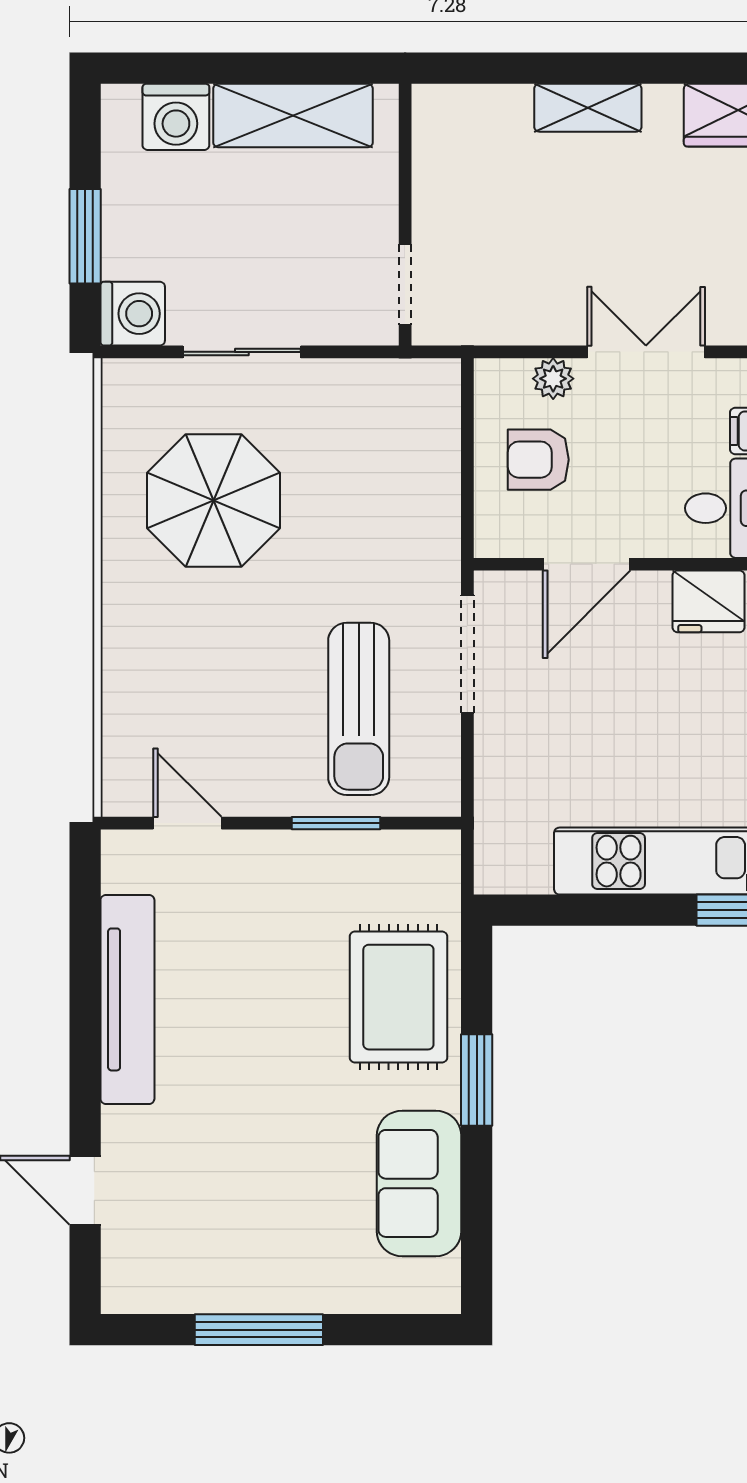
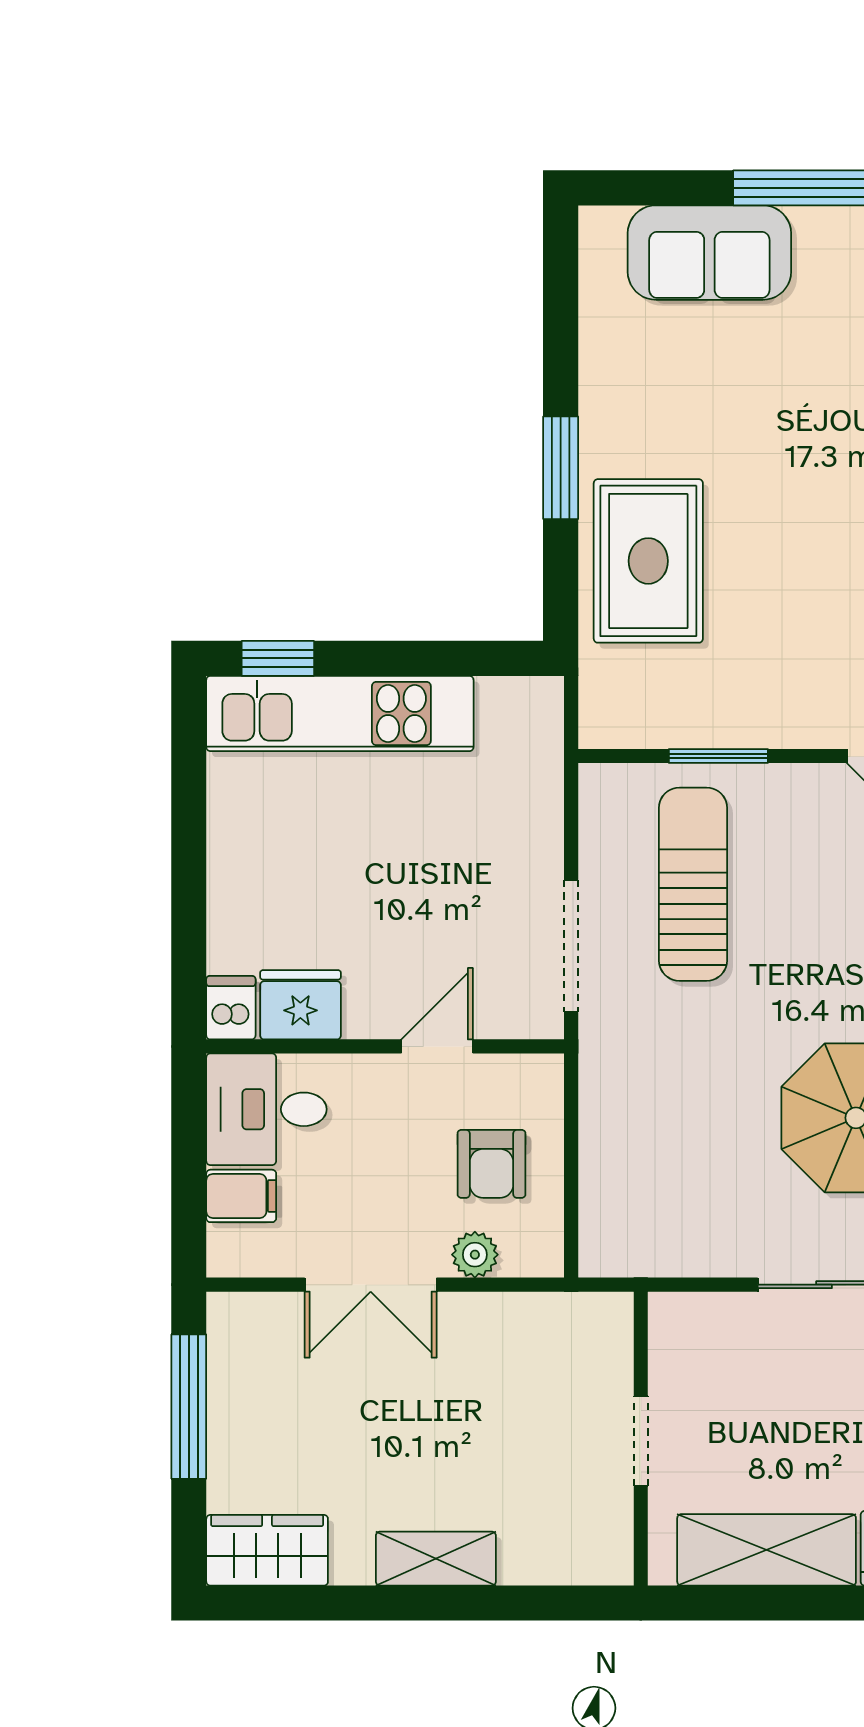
doorway: (405, 284) -> (641, 1441), moved
armchair: (538, 460) -> (491, 1164), turned 90
door: (587, 564) -> (437, 1046), width x0.73
sofa: (419, 1183) -> (709, 253), moved, turned 90

